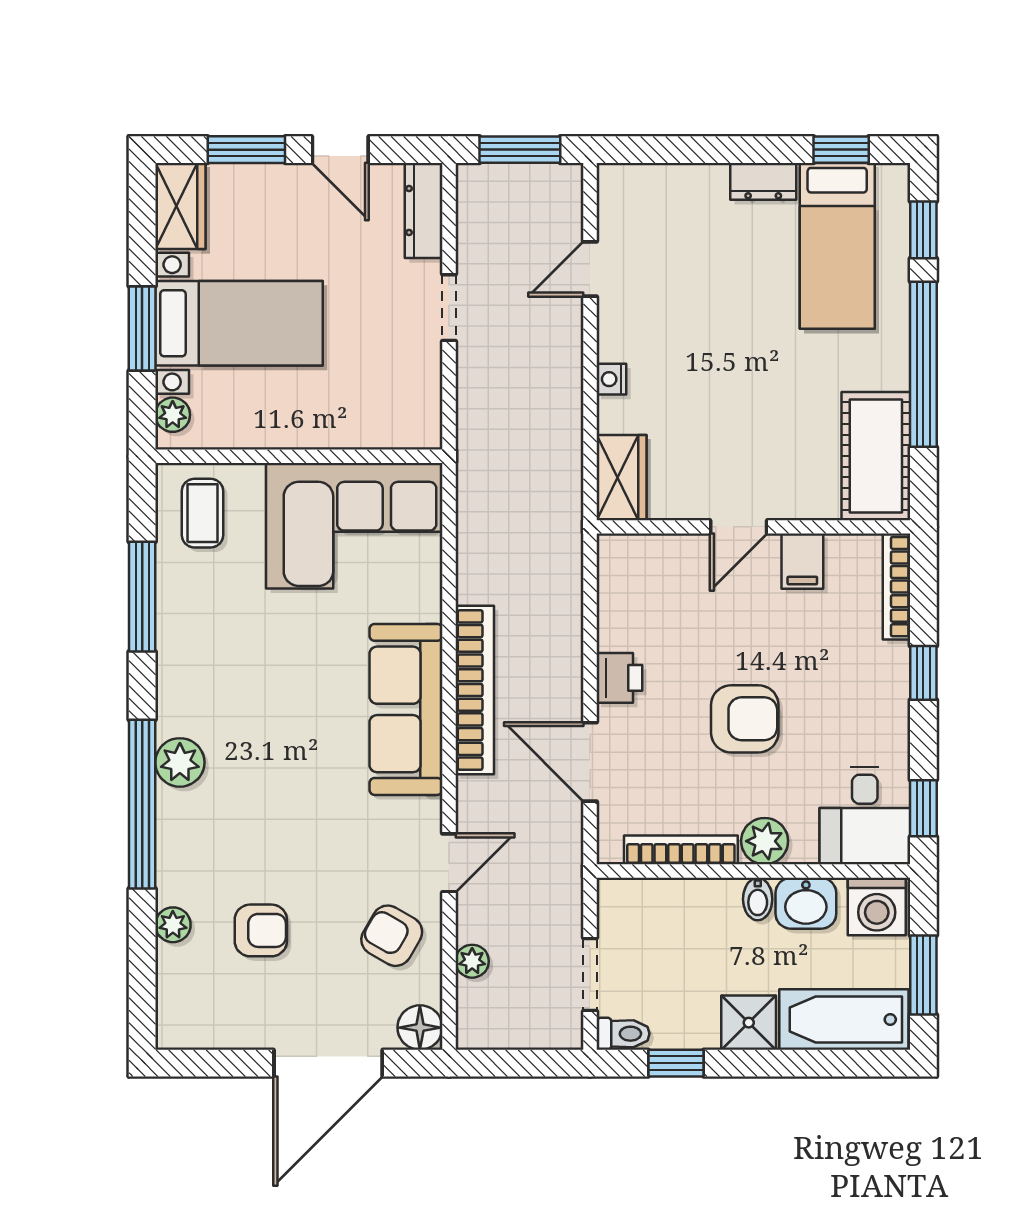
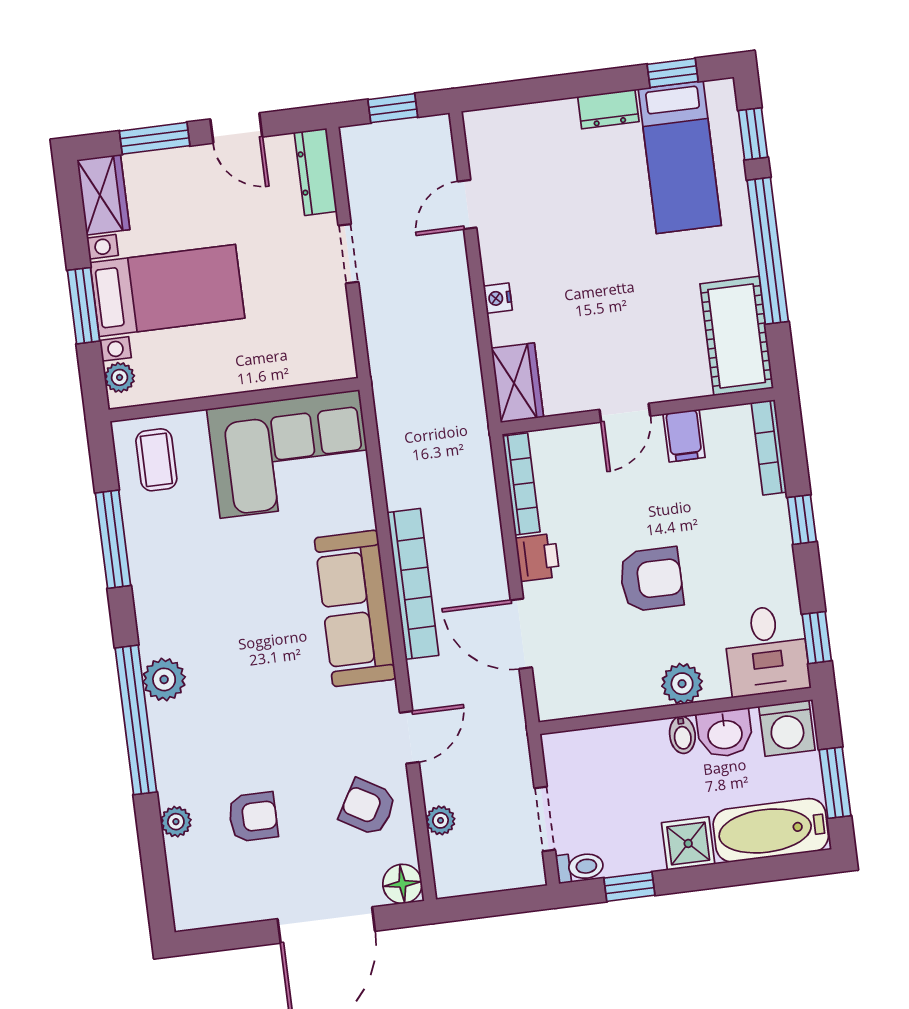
window: (520, 150) -> (393, 108), width x0.67
bookcase: (681, 850) -> (521, 484), moved, turned 90

